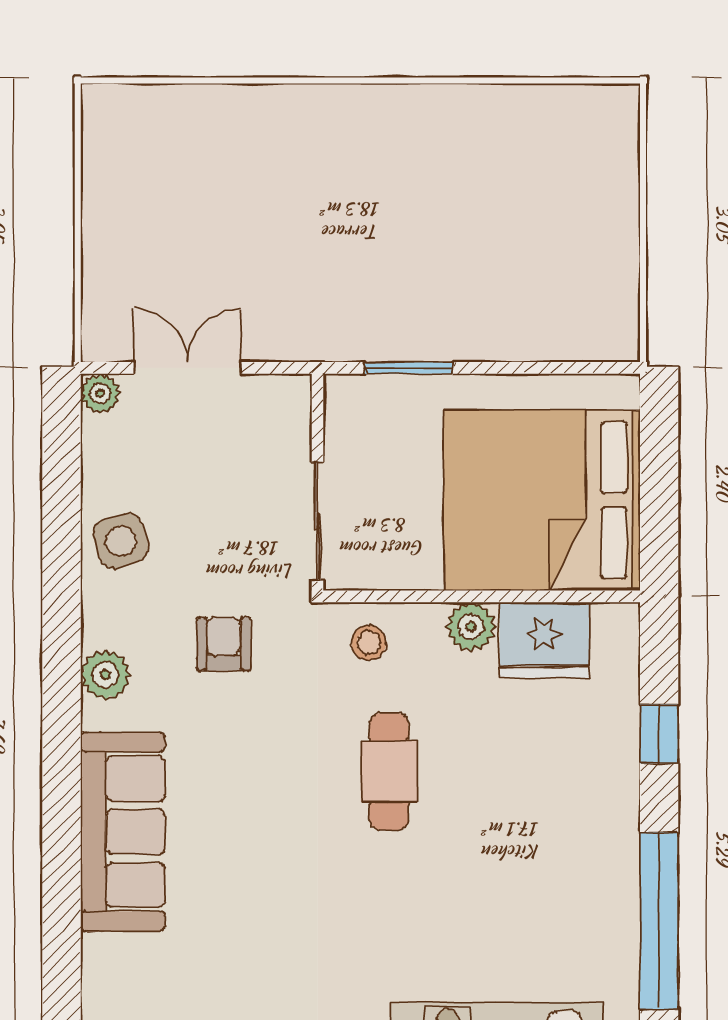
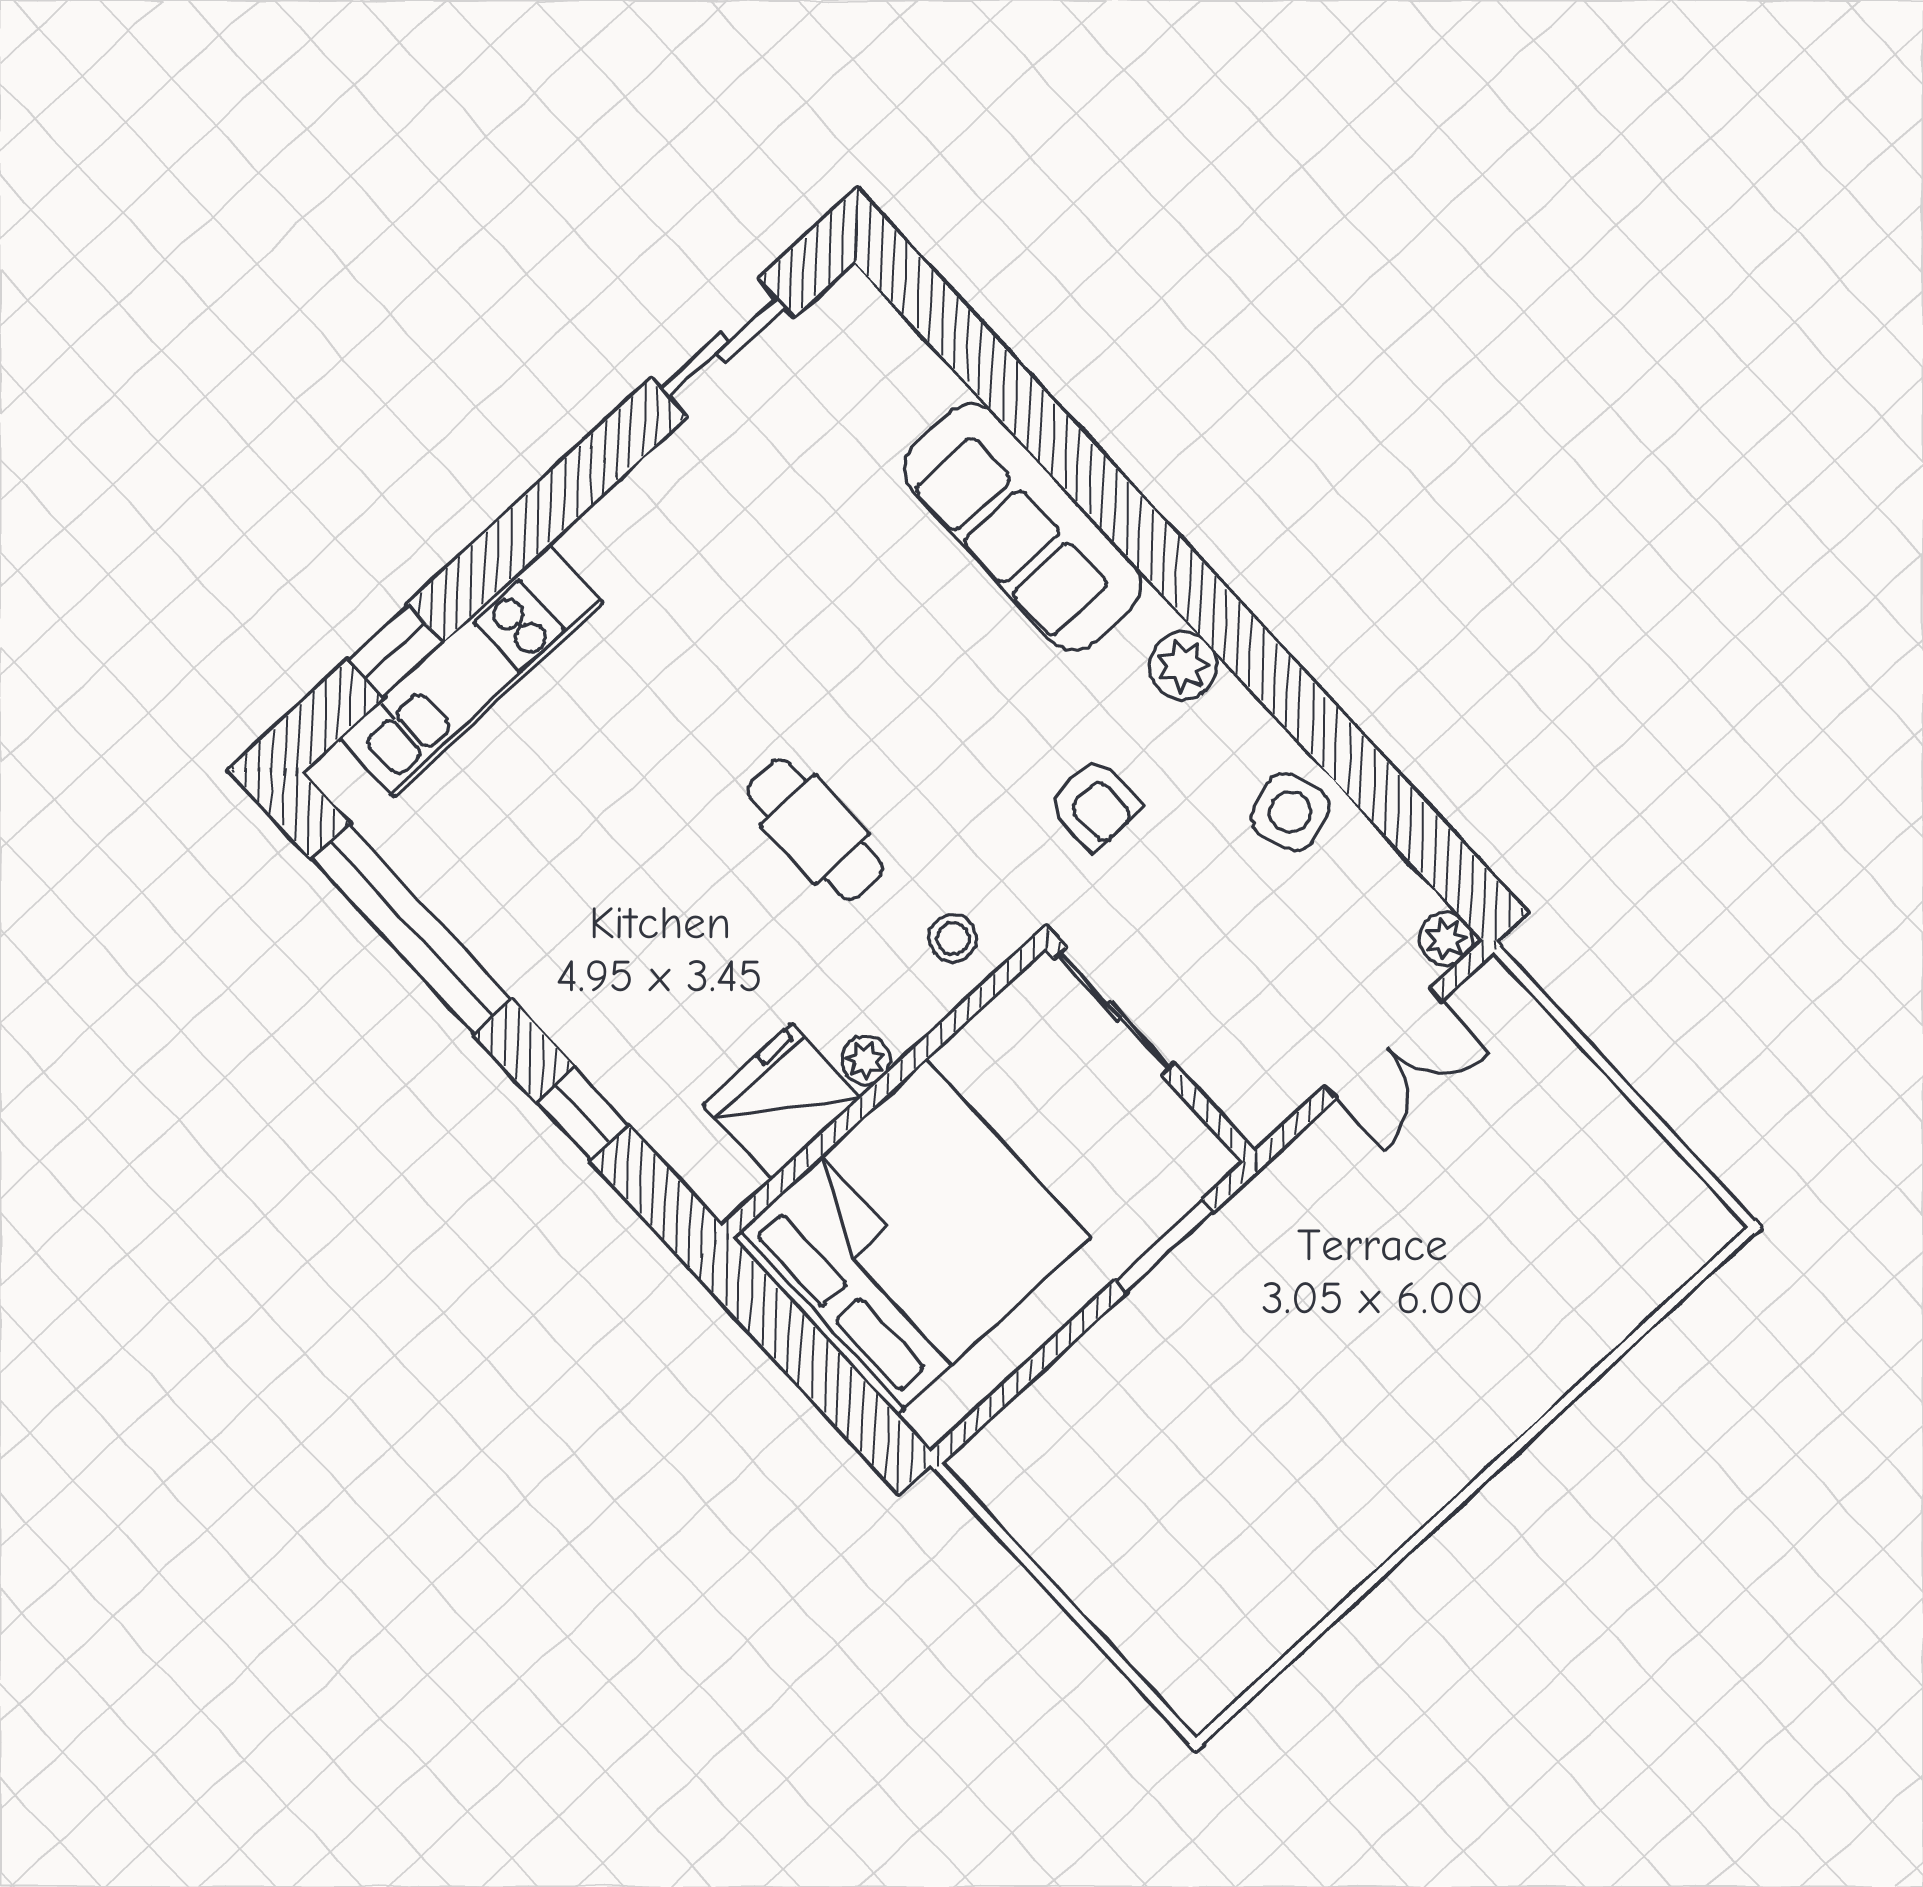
plant: (471, 627) -> (866, 1060), width x0.73, depth x0.73

